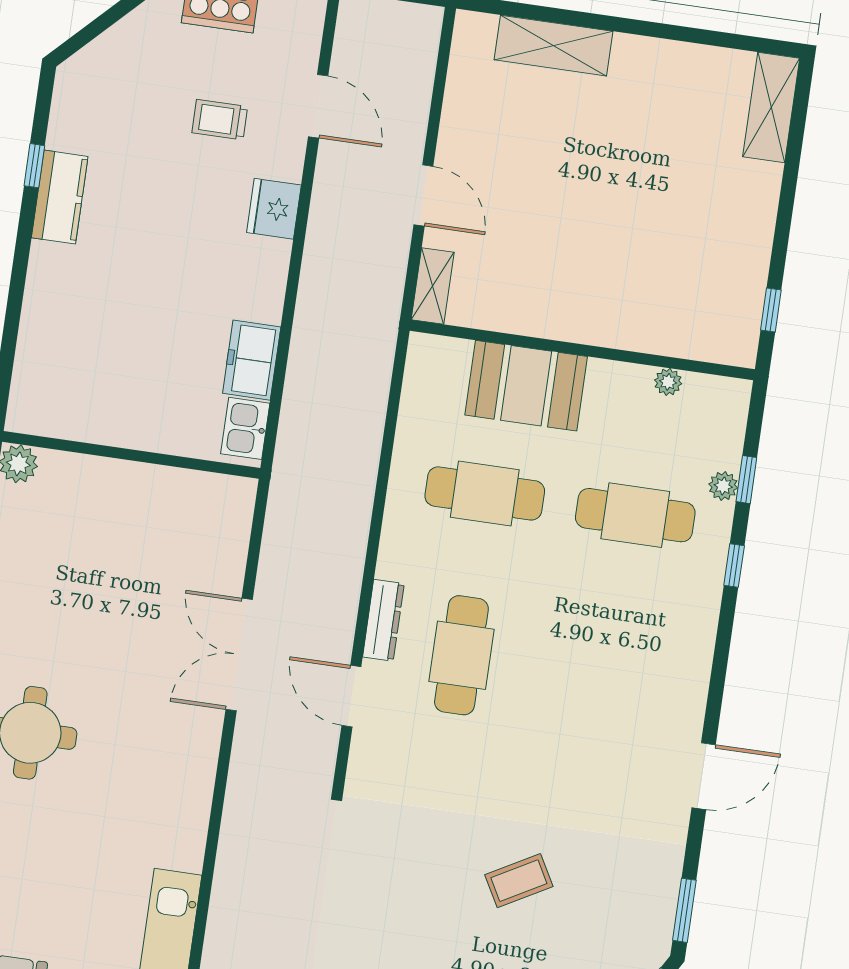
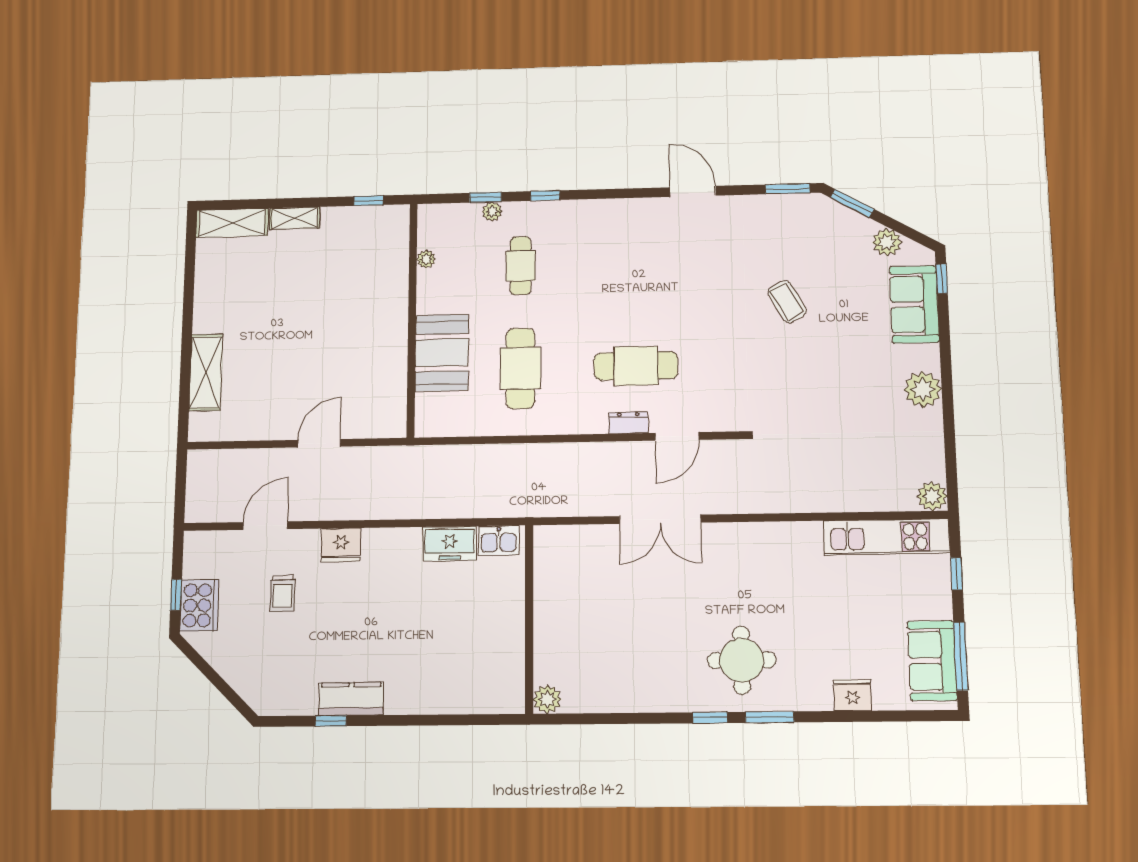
shelving: (433, 286) -> (295, 218), moved
cafe table: (635, 515) -> (521, 266), width x0.73, depth x0.74
dresser: (383, 620) -> (628, 423), width x0.70

